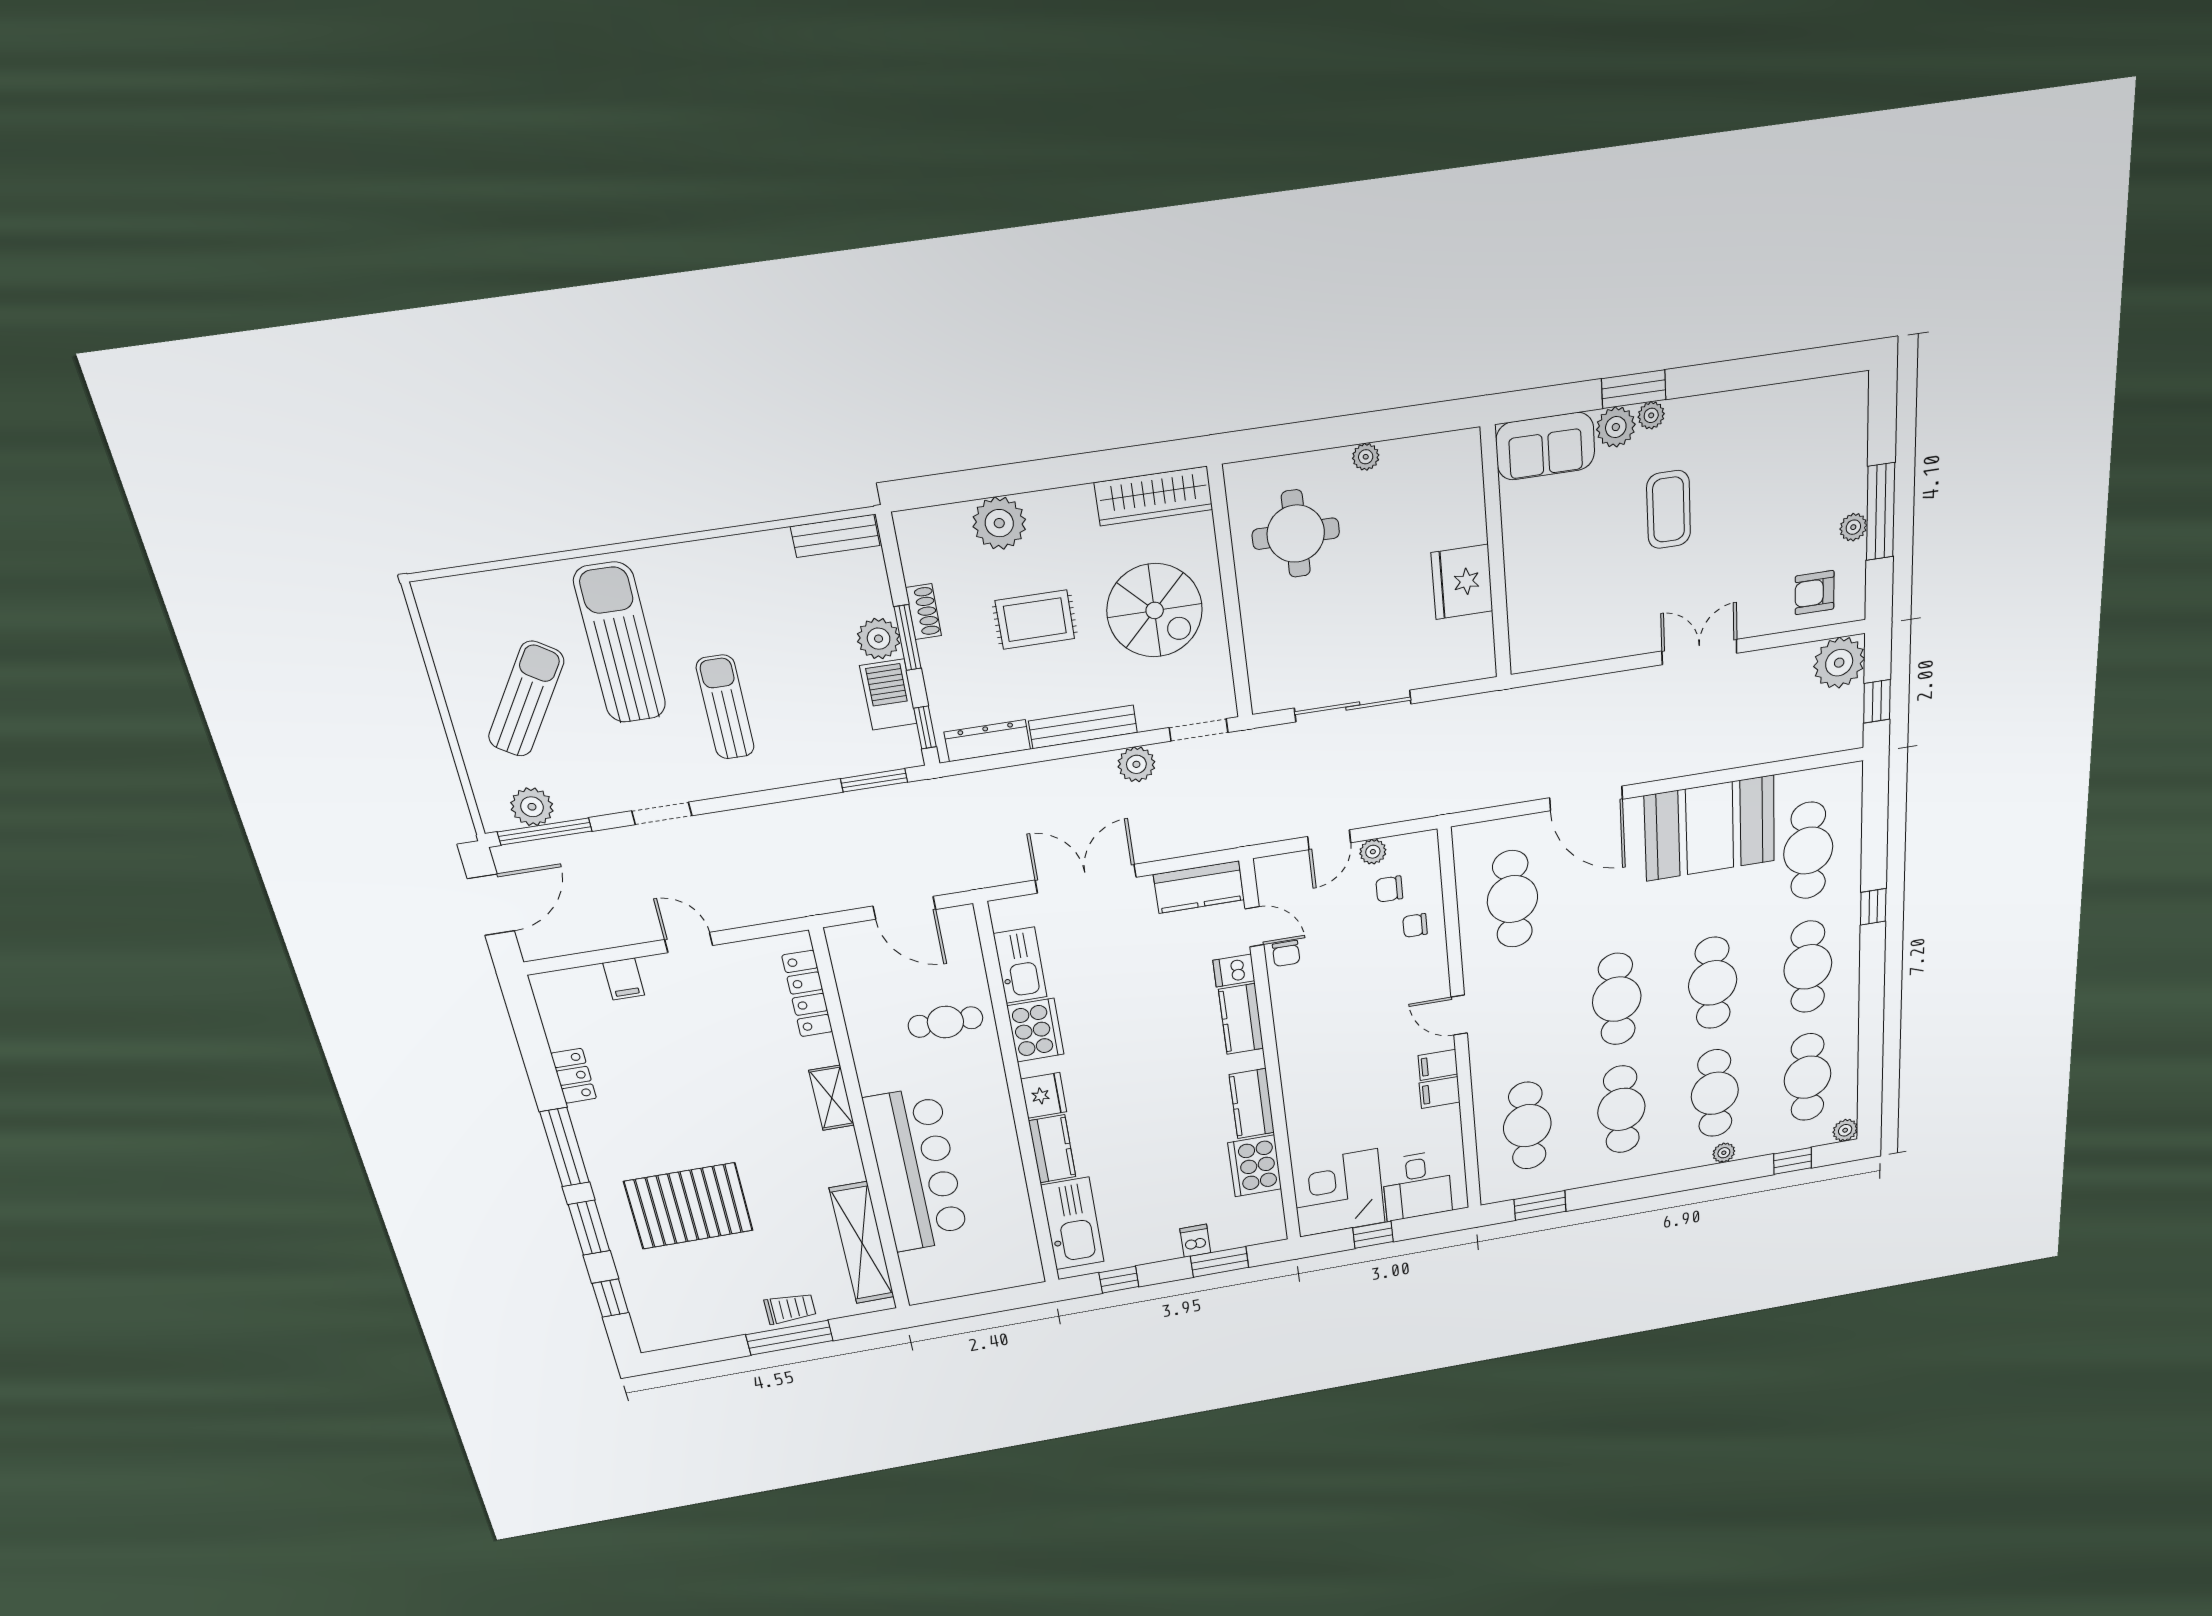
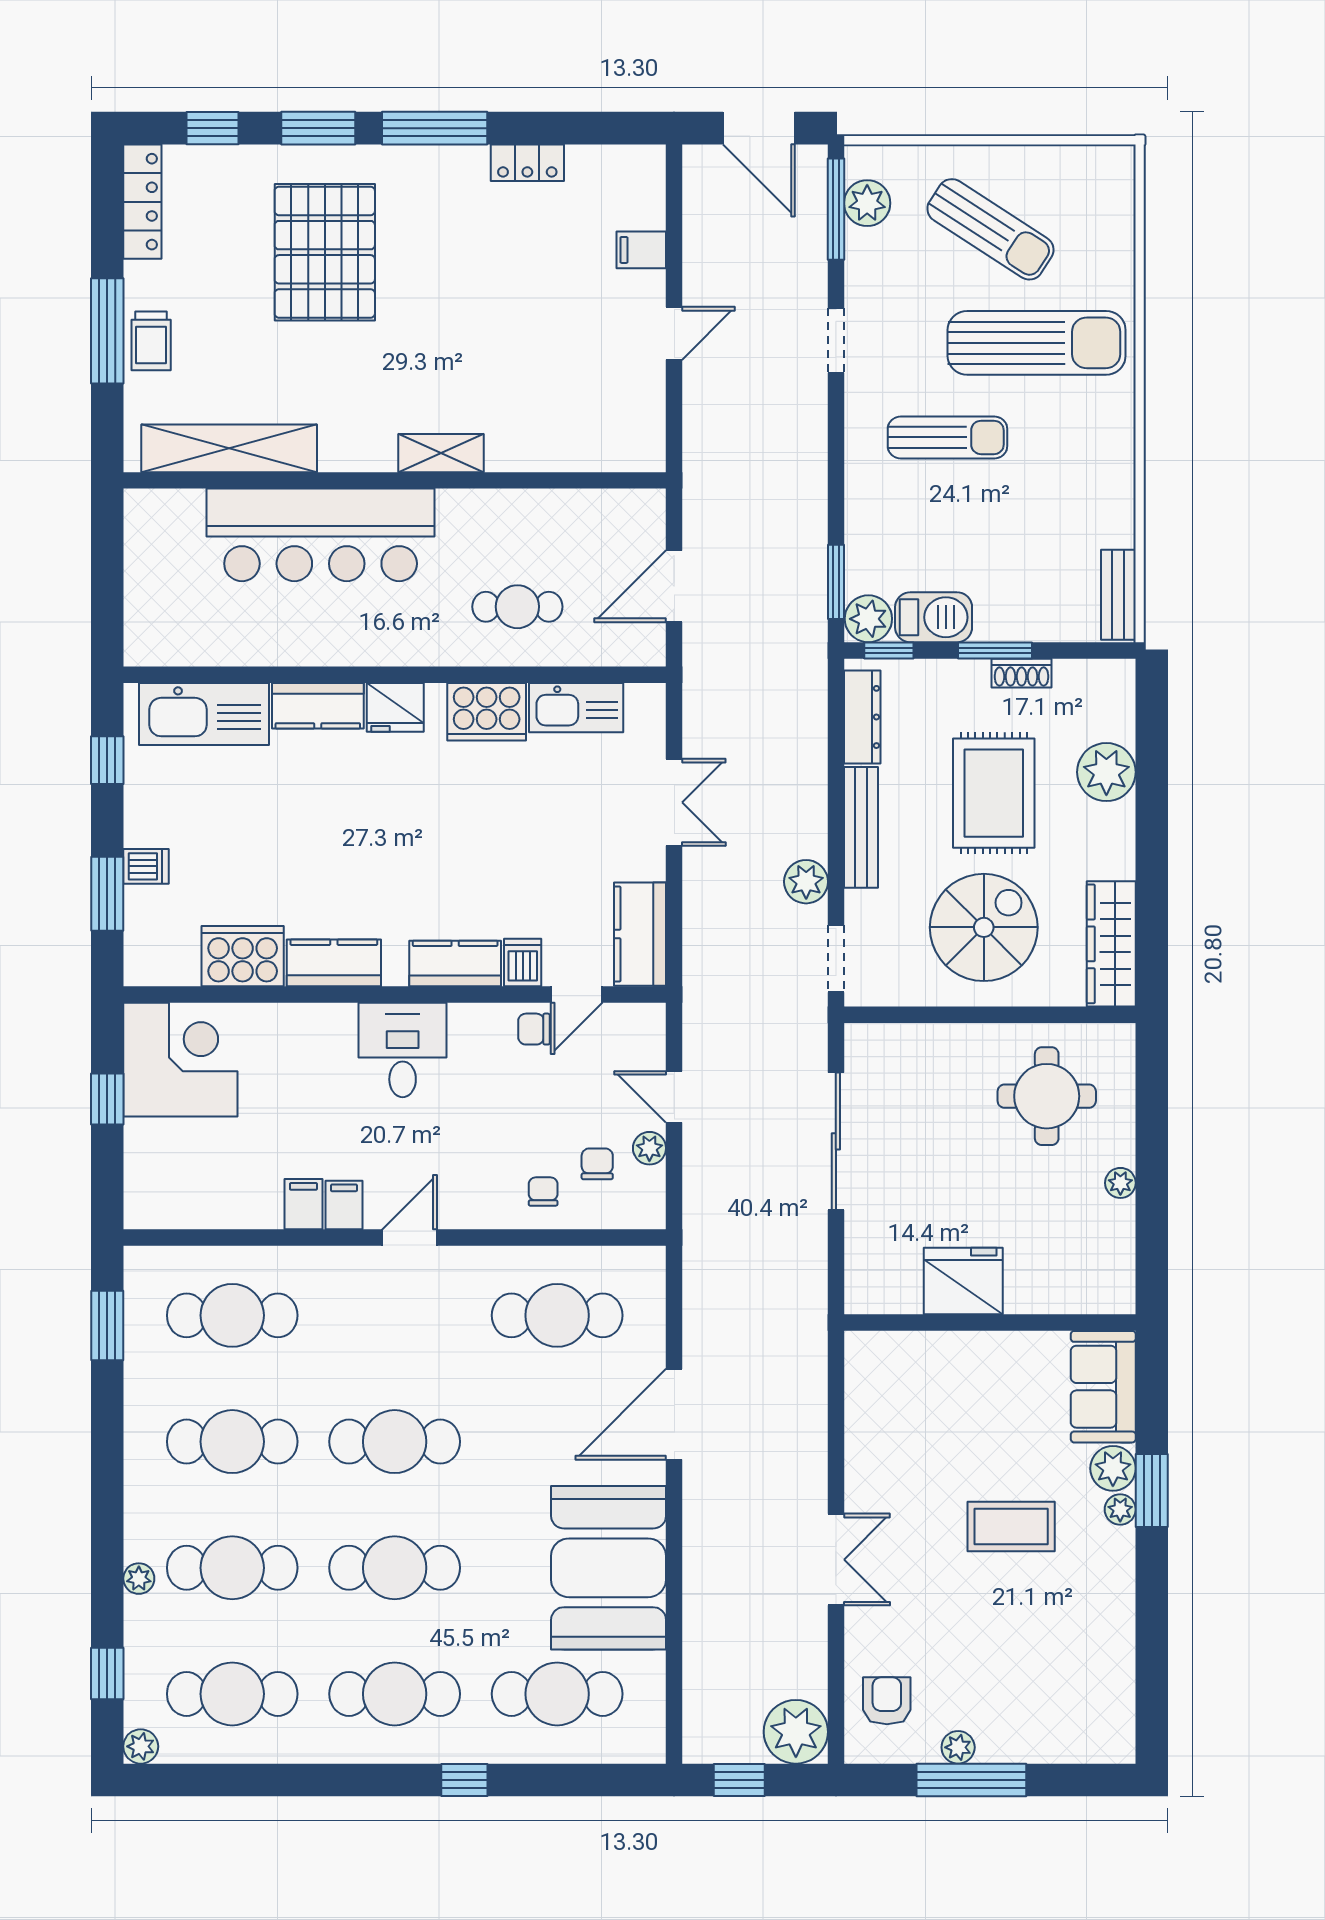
spiral stairs: (1155, 610) -> (984, 927), turned 180
rug: (1035, 620) -> (994, 793), width x1.36, depth x1.43
plant: (879, 639) -> (868, 619), moved
double door: (1086, 879) -> (674, 802), width x0.73
locker: (807, 994) -> (142, 202), moved, turned 90
cafe table: (945, 1022) -> (517, 607), turned 90
desk: (1417, 1186) -> (403, 1050), moved, turned 90

